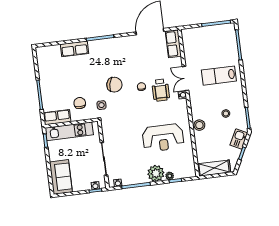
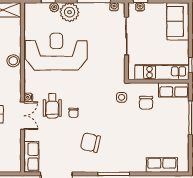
row of seats: (74, 49) -> (162, 165), moved
chair: (114, 85) -> (90, 143), moved
wheelchair: (161, 90) -> (52, 106), turned 180
reception desk: (163, 138) -> (56, 52), width x1.36, depth x1.30

